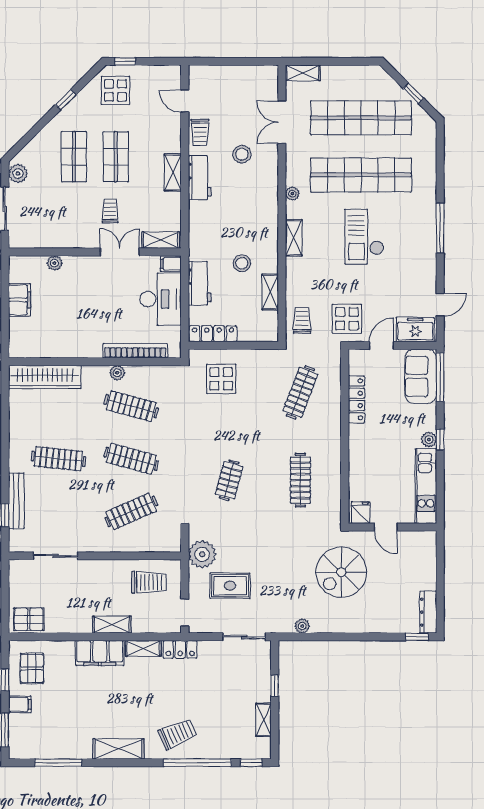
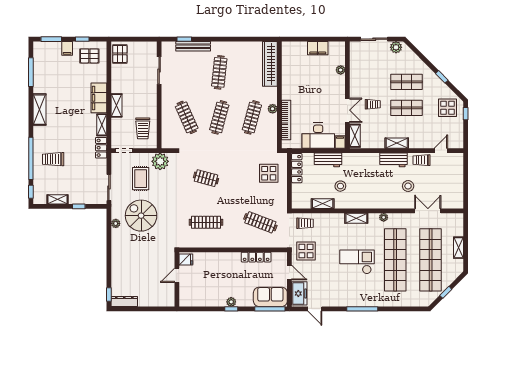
shelving: (303, 73) -> (458, 248), moved
kitchen unit: (426, 486) -> (202, 300), removed
spiral stairs: (341, 572) -> (141, 216), moved
trolley: (178, 734) -> (53, 159), moved, turned 113

